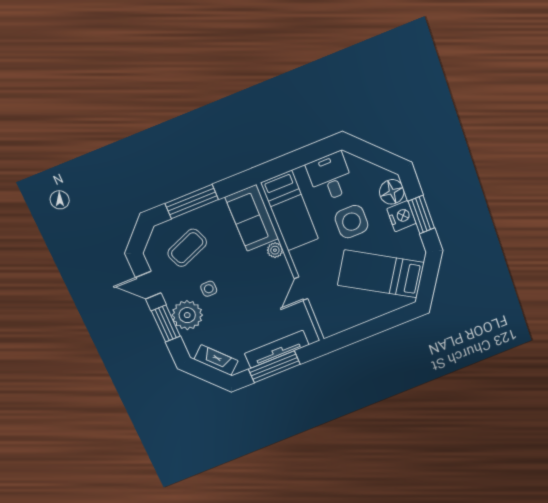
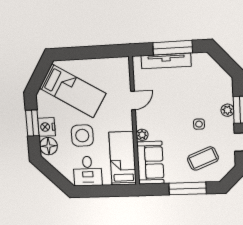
plant: (187, 315) -> (227, 110), width x0.53, depth x0.53
fireplace: (216, 360) -> (214, 69), removed

